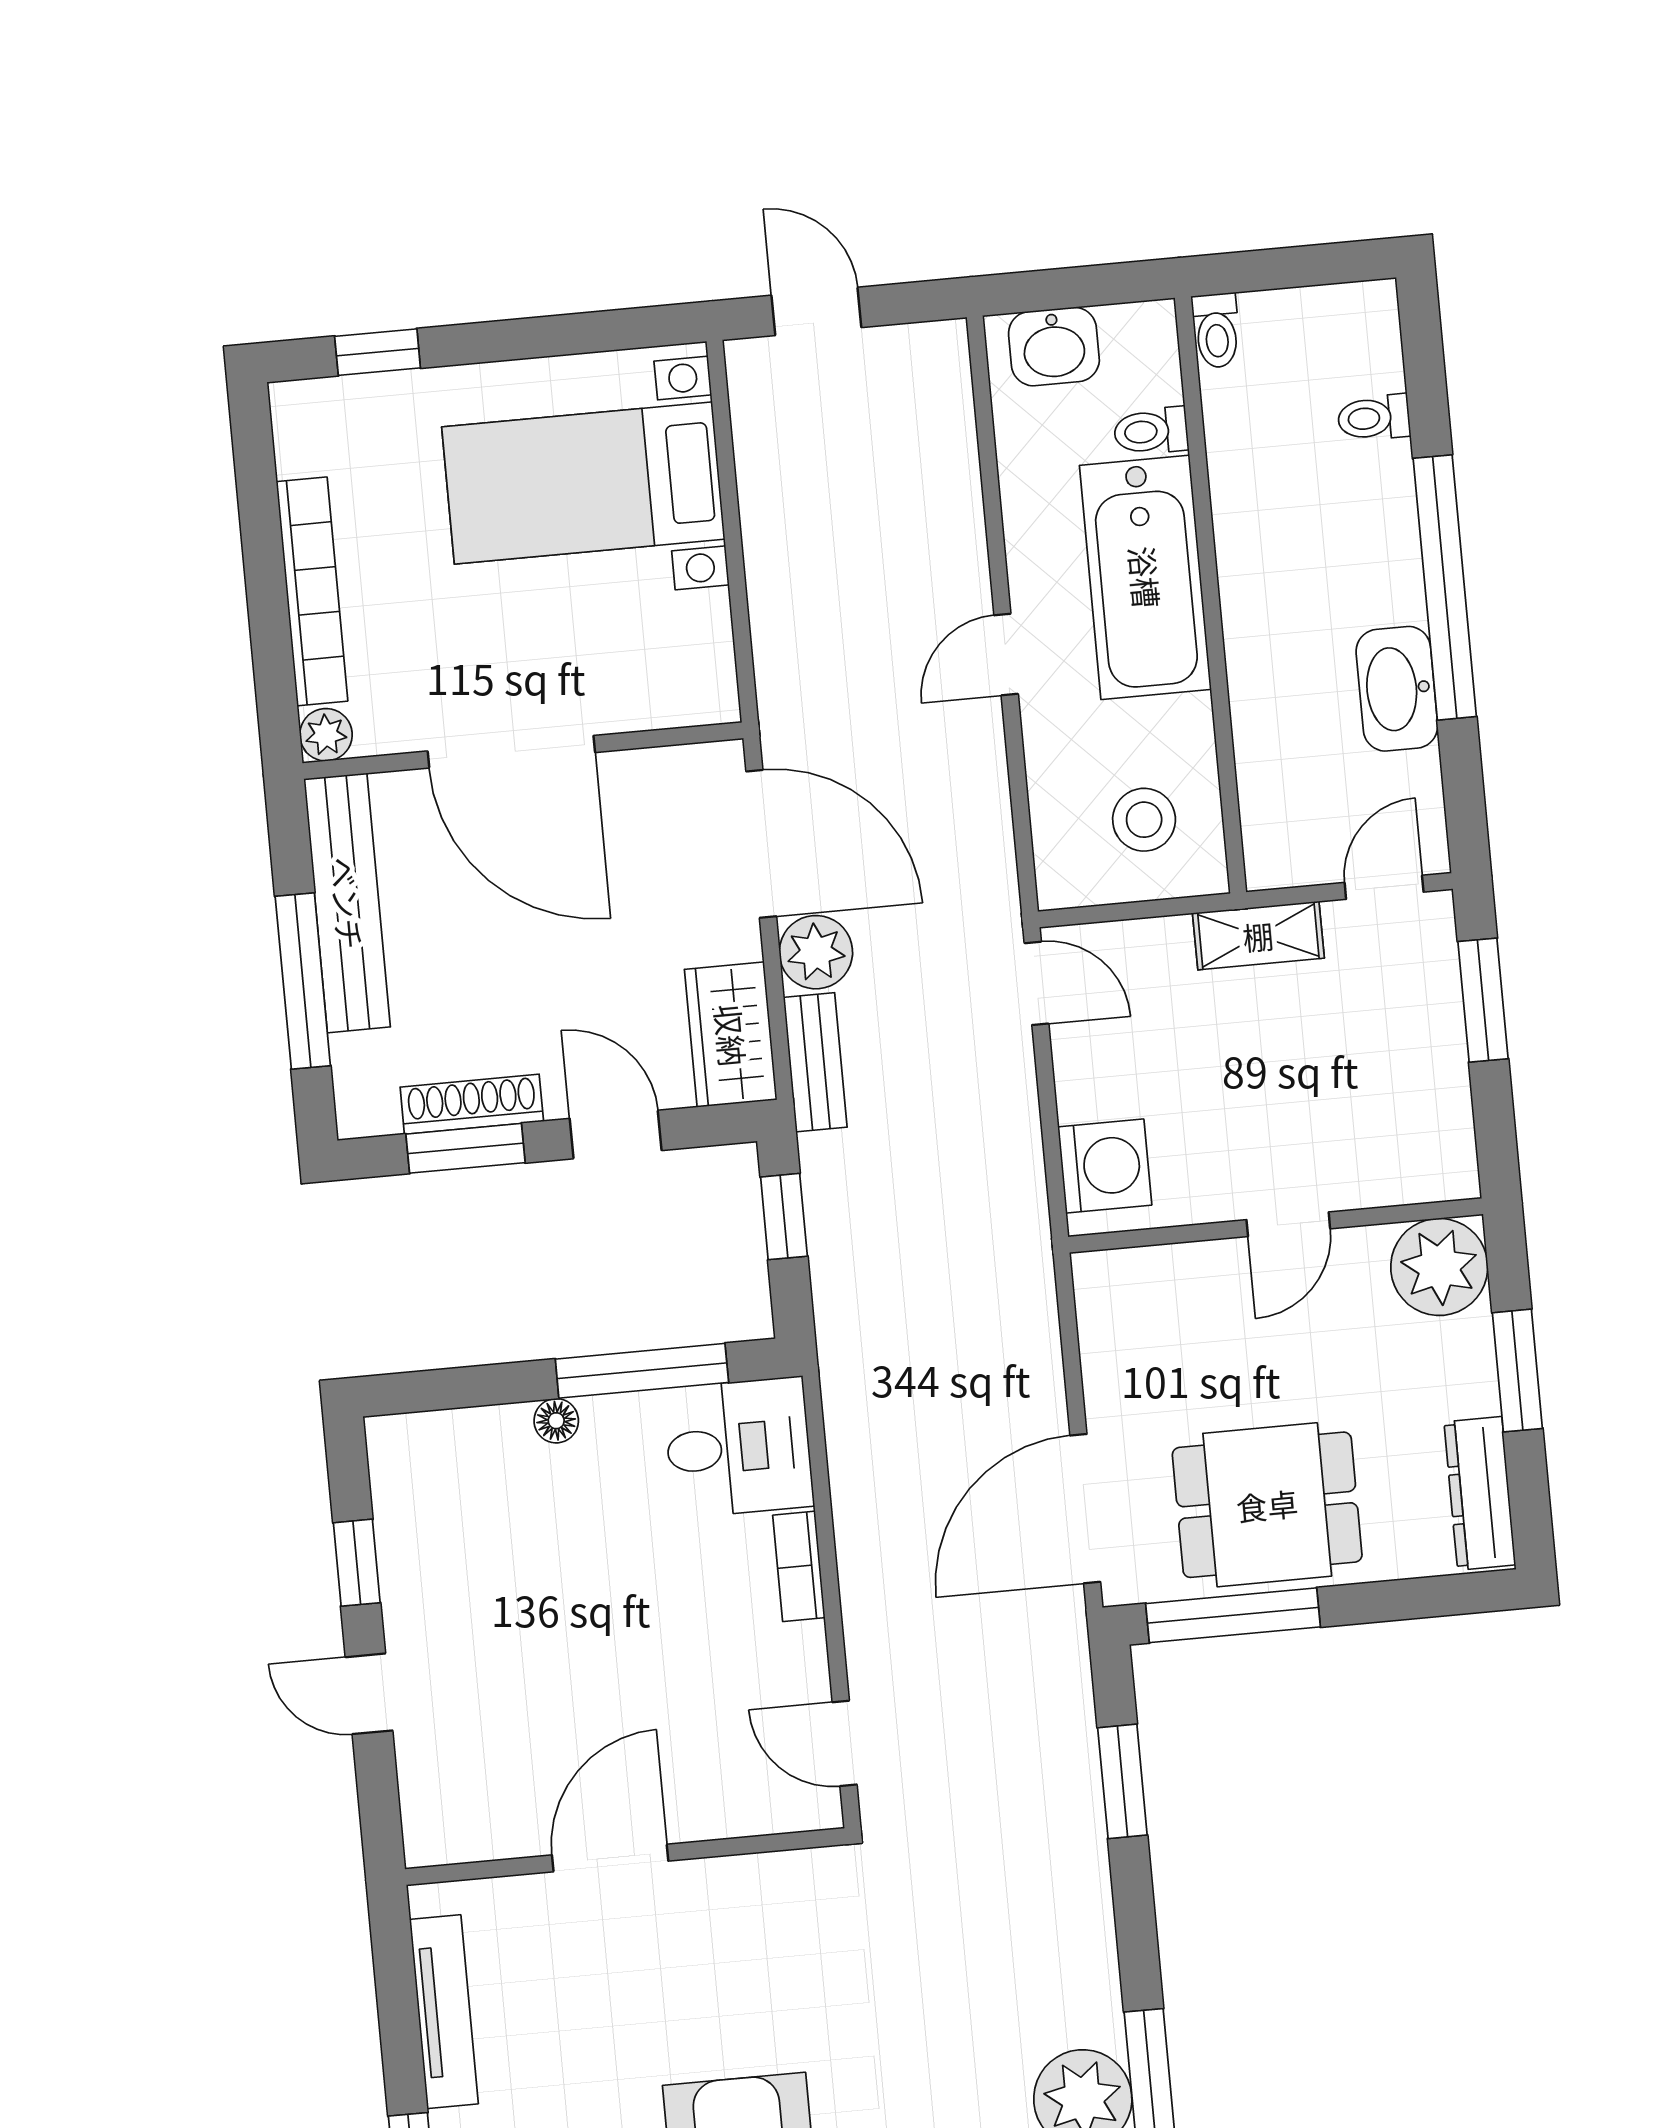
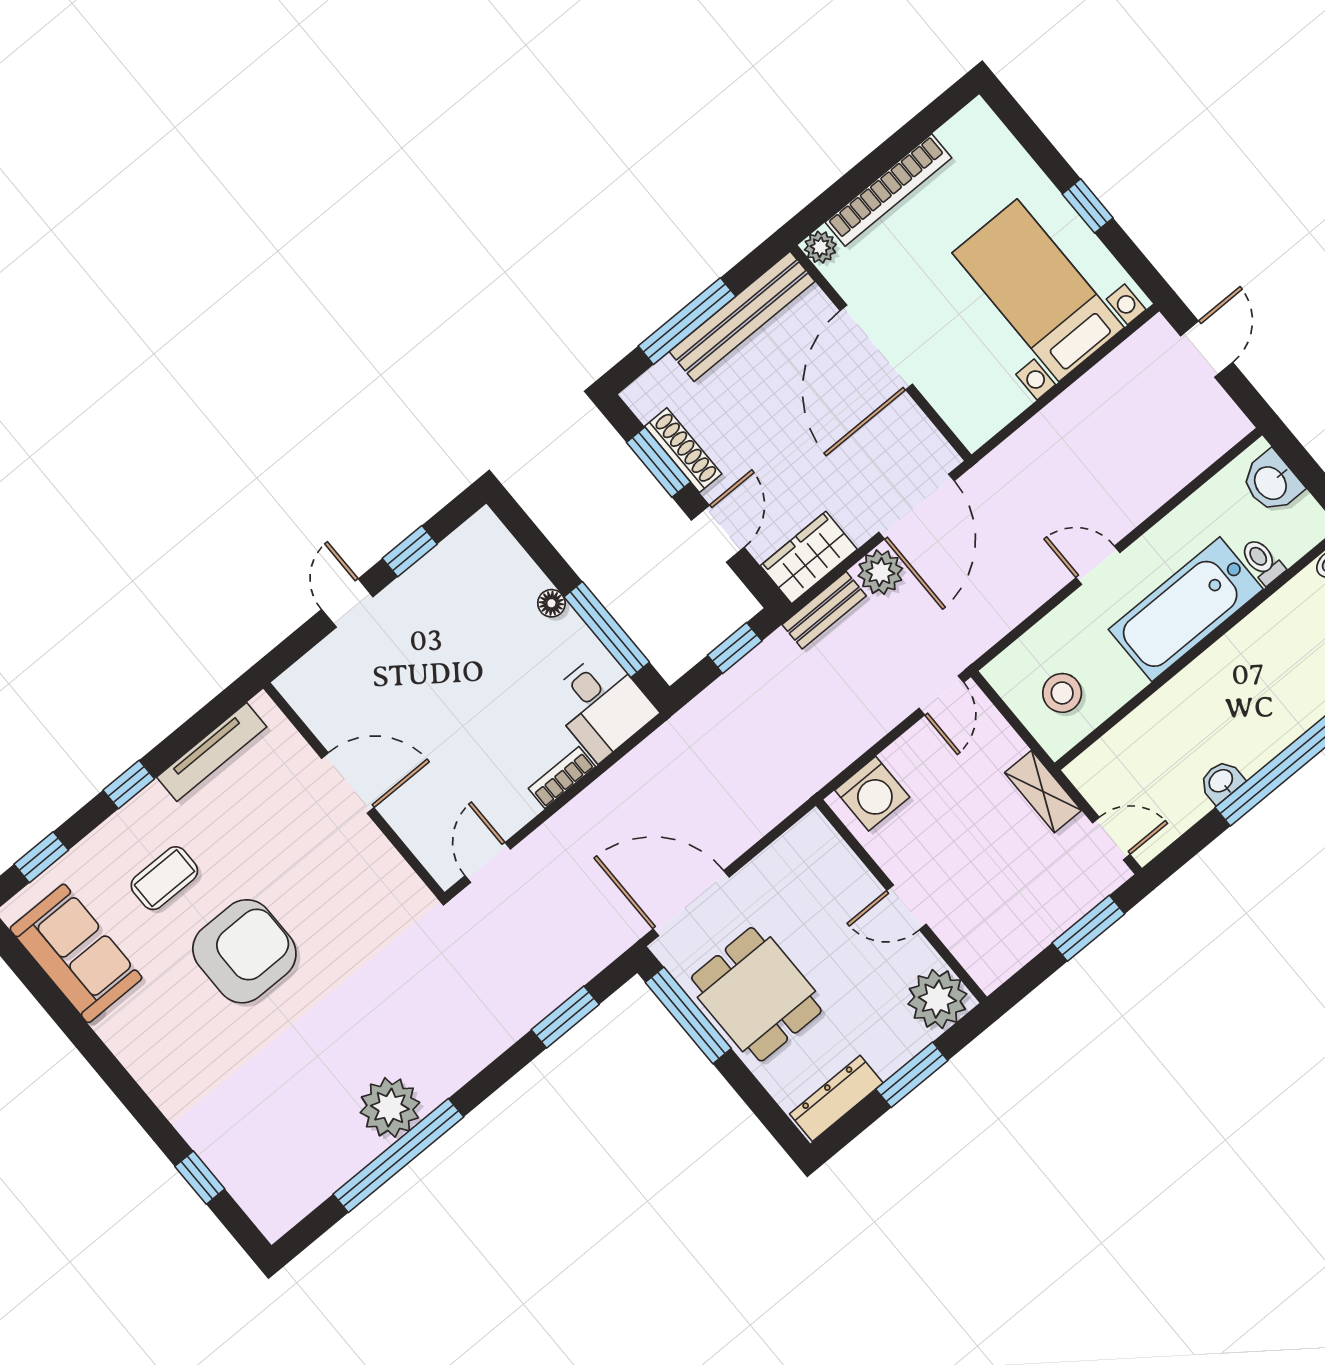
window: (378, 352) -> (1088, 206), moved
washbasin: (1397, 689) -> (1221, 781), width x0.52, depth x0.69

